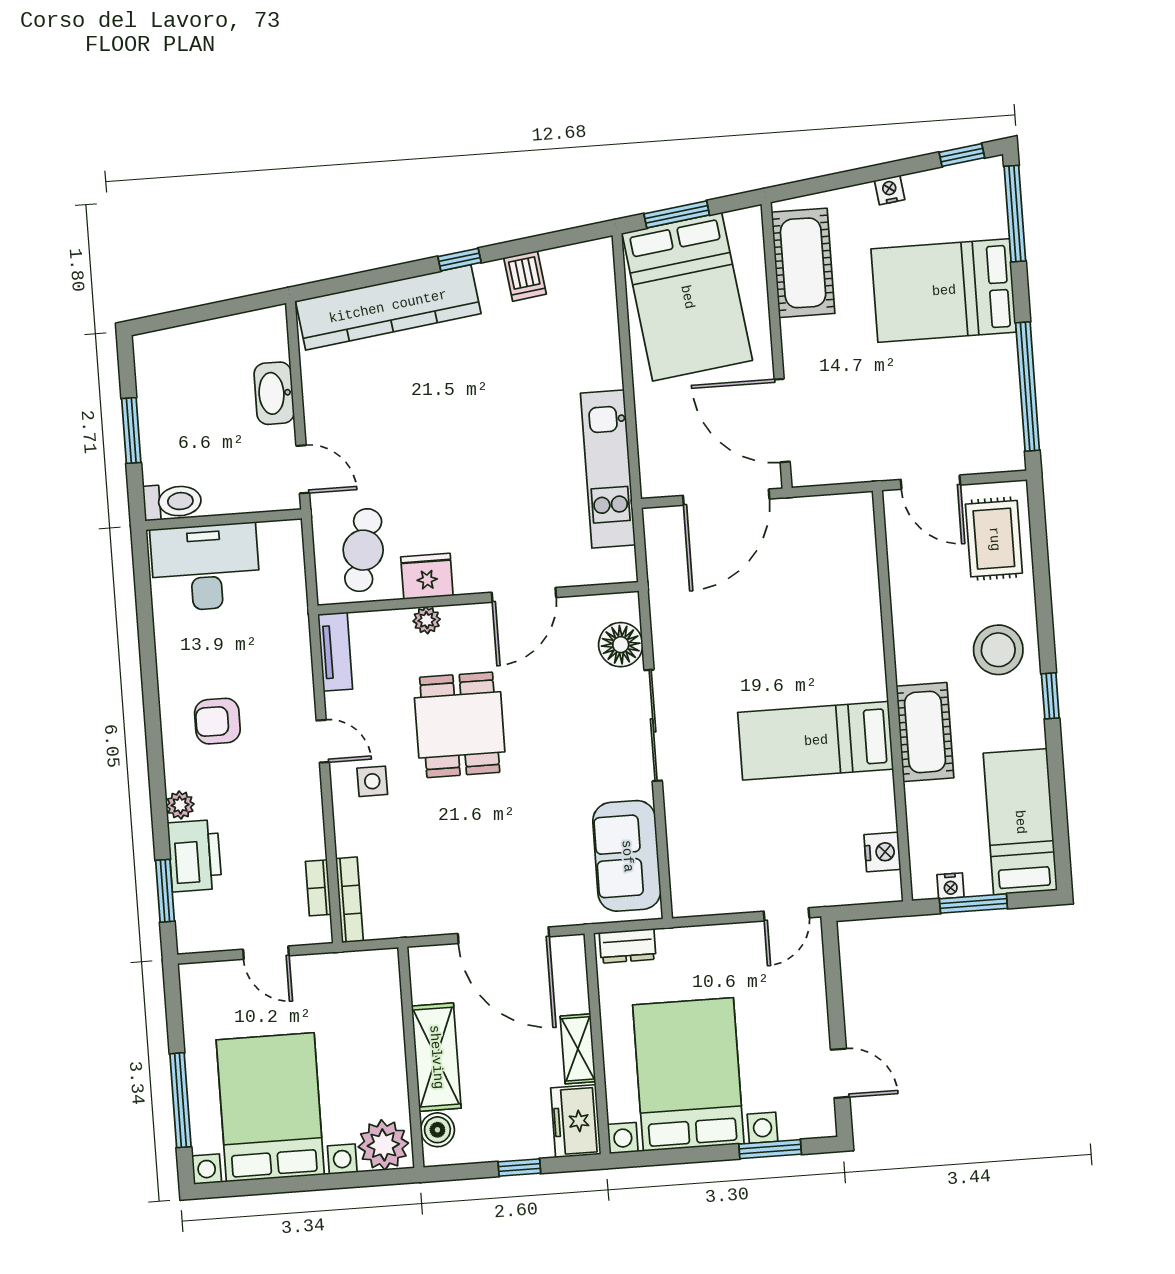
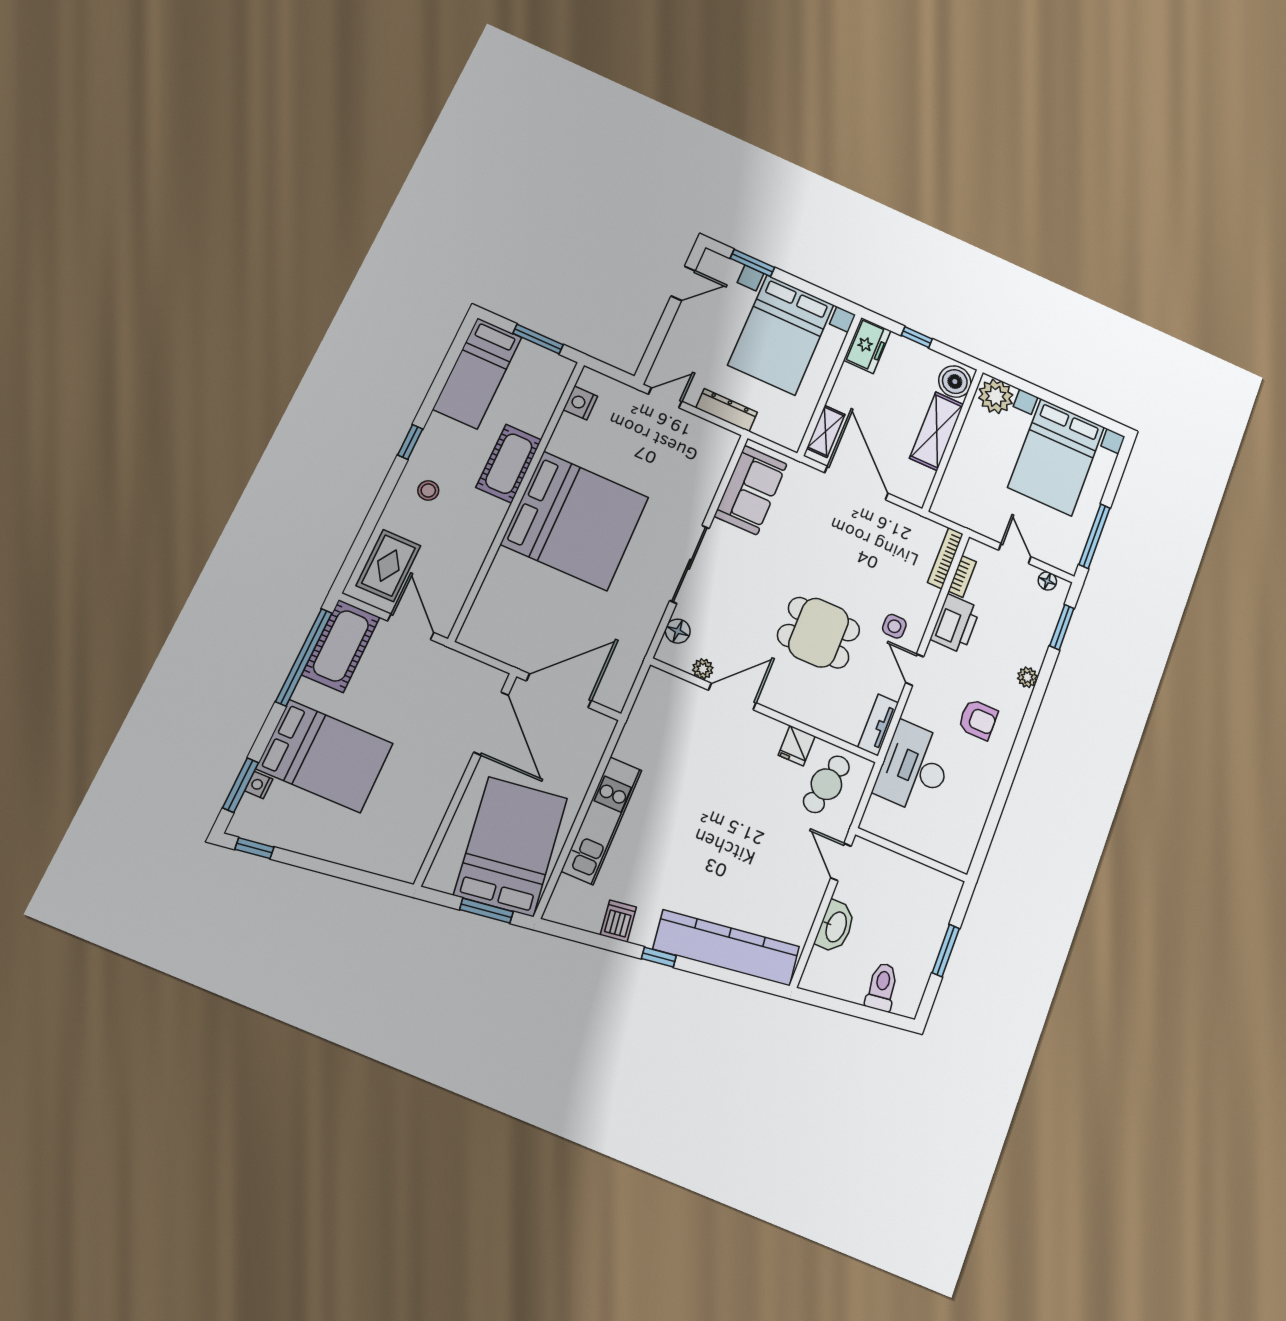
nightstand: (890, 190) -> (259, 785), moved, turned 98
window: (1015, 214) -> (241, 785), width x0.69
cot: (803, 263) -> (341, 646), moved
kitchen unit: (608, 469) -> (602, 820), moved
toilet: (172, 502) -> (882, 987), moved, turned 82
desk: (205, 567) -> (914, 768), moved, turned 90
fridge: (427, 576) -> (797, 746), width x0.72
plant: (427, 620) -> (703, 669), moved
floor lamp: (621, 645) -> (678, 631), width x0.73, depth x0.73
stool: (998, 650) -> (428, 490), width x0.53, depth x0.53
dining table: (460, 725) -> (819, 633), turned 90
bed: (816, 741) -> (575, 521), width x2.04
printer: (195, 856) -> (955, 624), moved, turned 180
nightstand: (951, 886) -> (547, 358), removed
floor lamp: (209, 940) -> (1047, 581), added
dresser: (628, 946) -> (727, 410), moved, width x1.44
shelving: (578, 1049) -> (826, 431), moved
door: (840, 1073) -> (683, 283), swing flipped
window: (180, 1100) -> (1095, 536), moved
boiler: (437, 1130) -> (955, 382), width x1.36, depth x1.36

